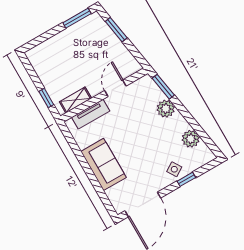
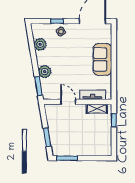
door: (115, 88) -> (68, 102), swing flipped

